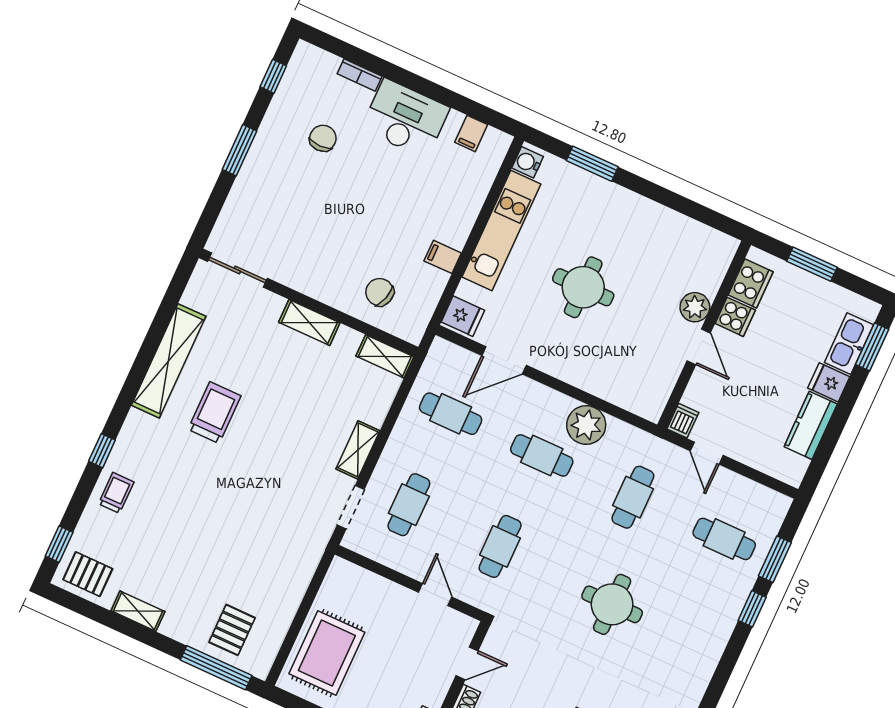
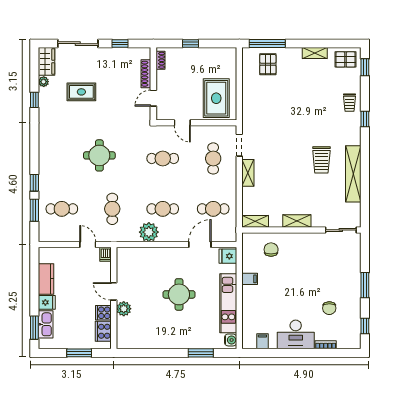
chair: (380, 292) -> (271, 250), turned -107
cafe table: (500, 546) -> (163, 158), turned 90
rug: (327, 653) -> (216, 98), moved

